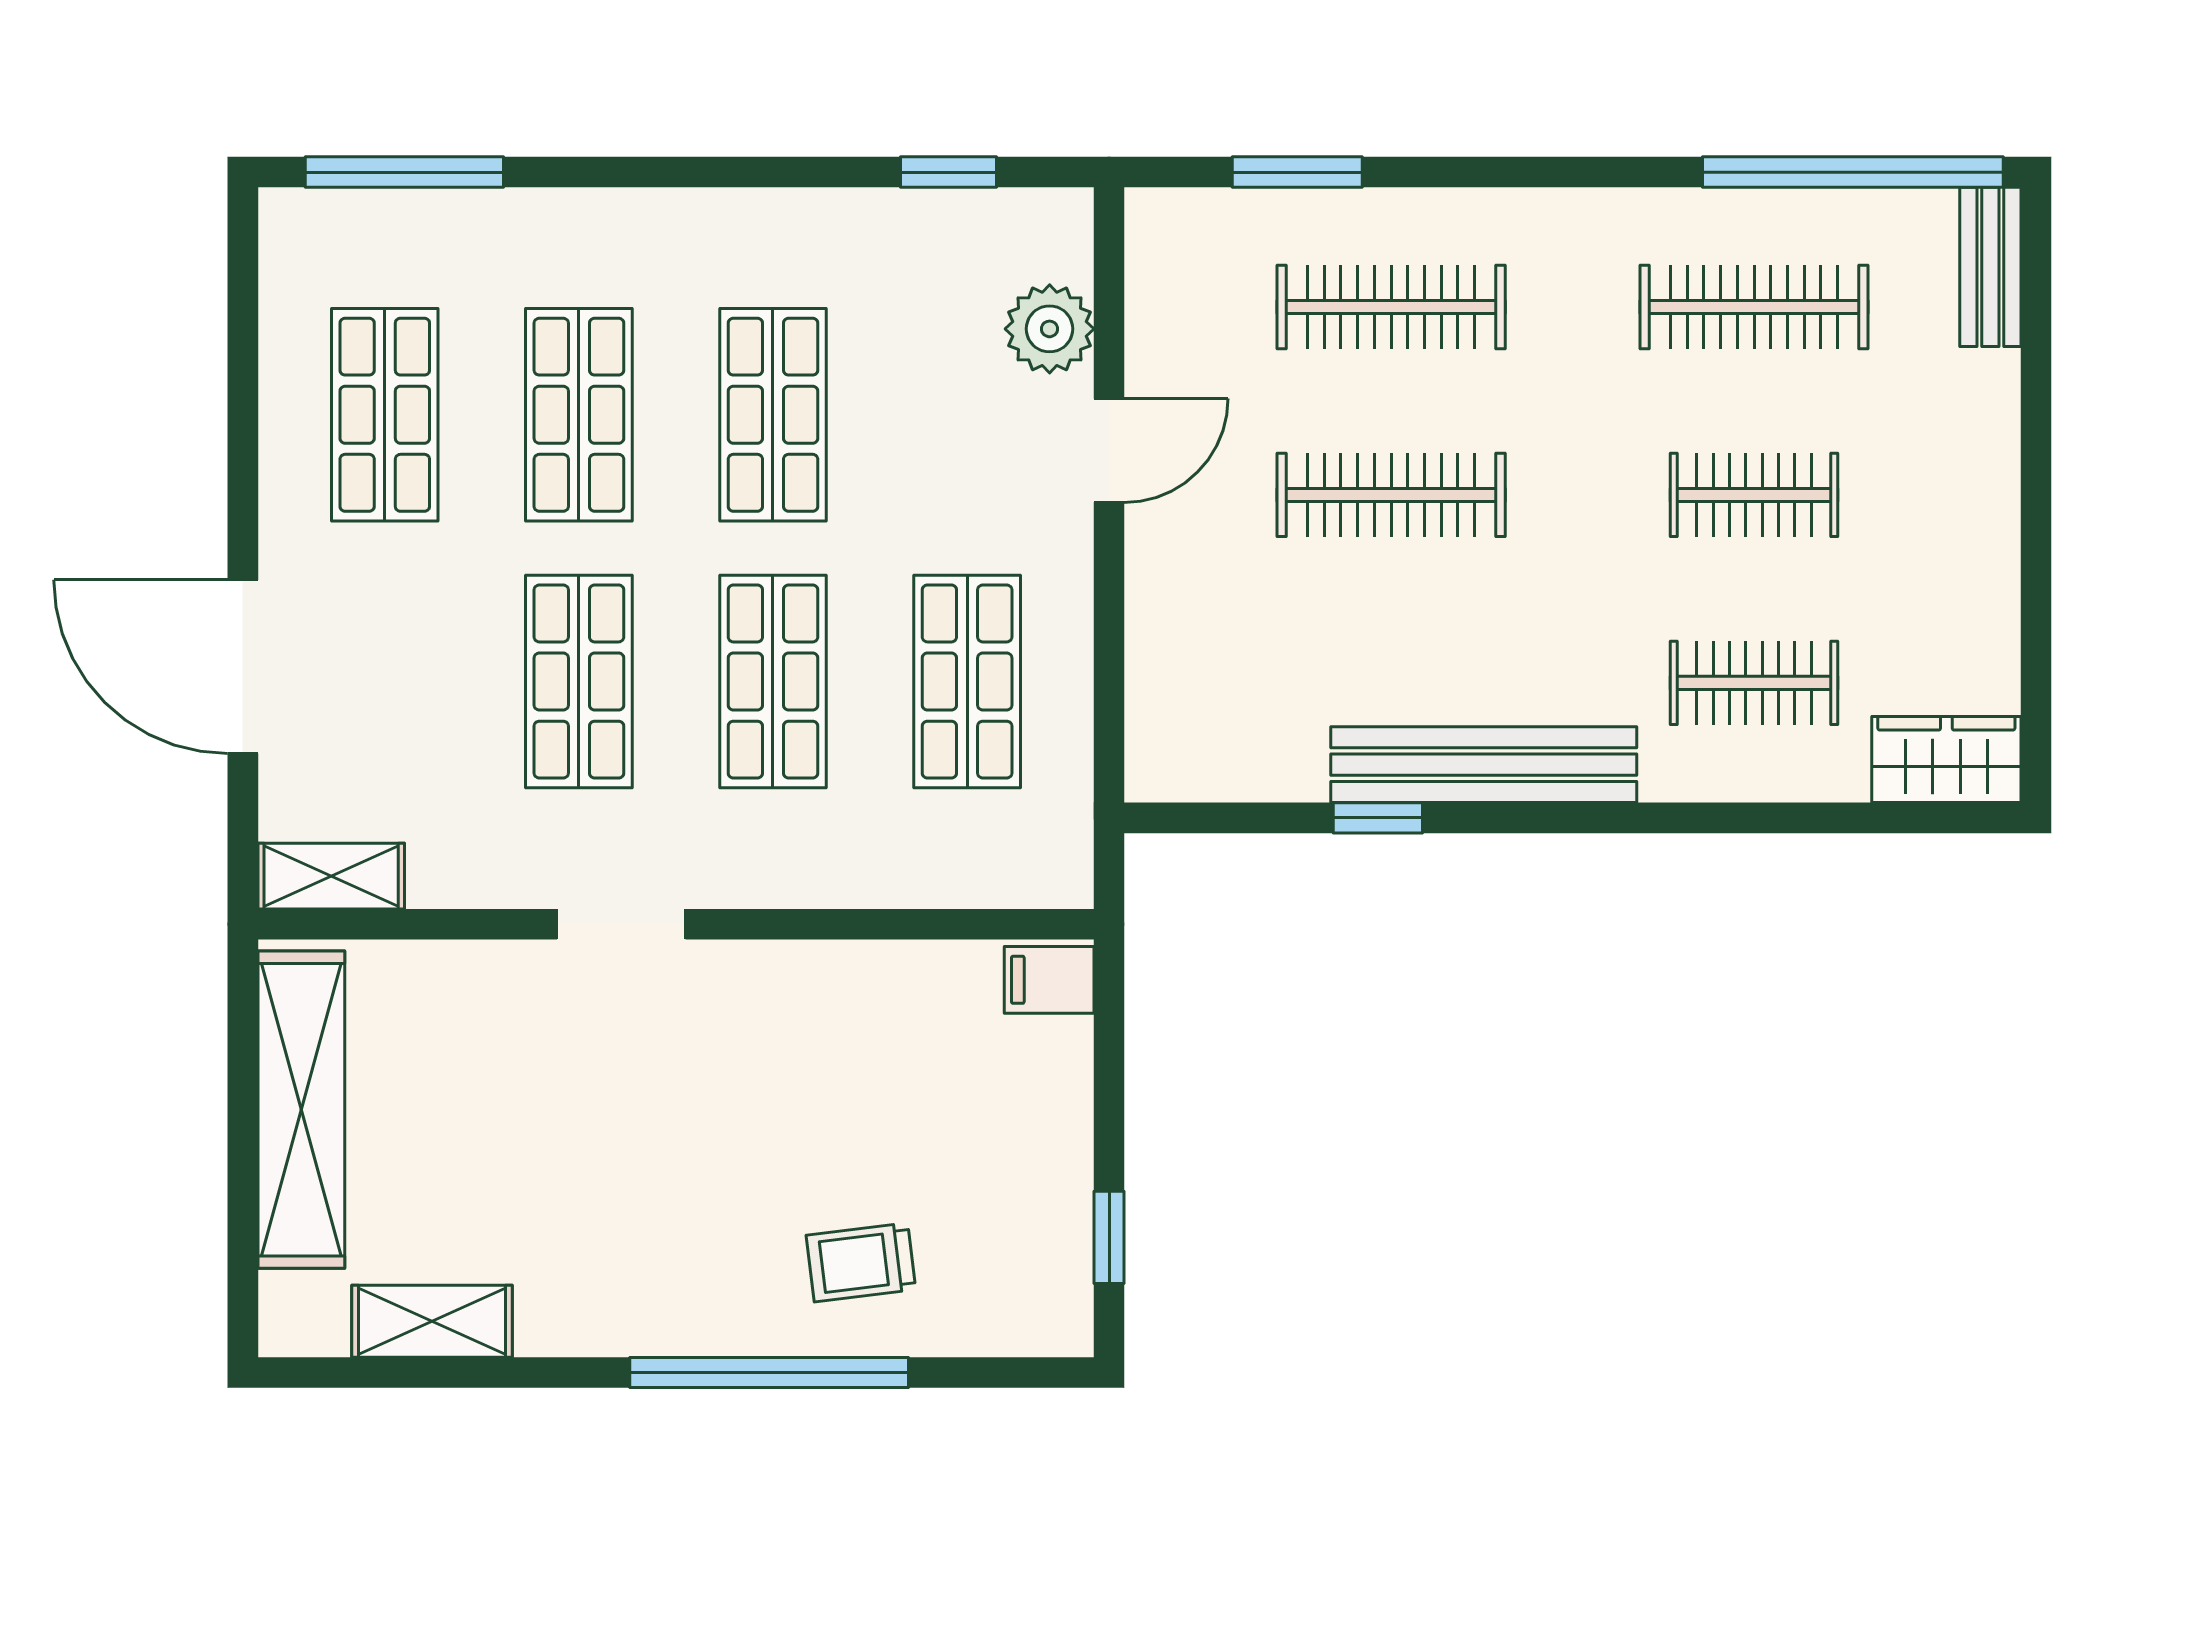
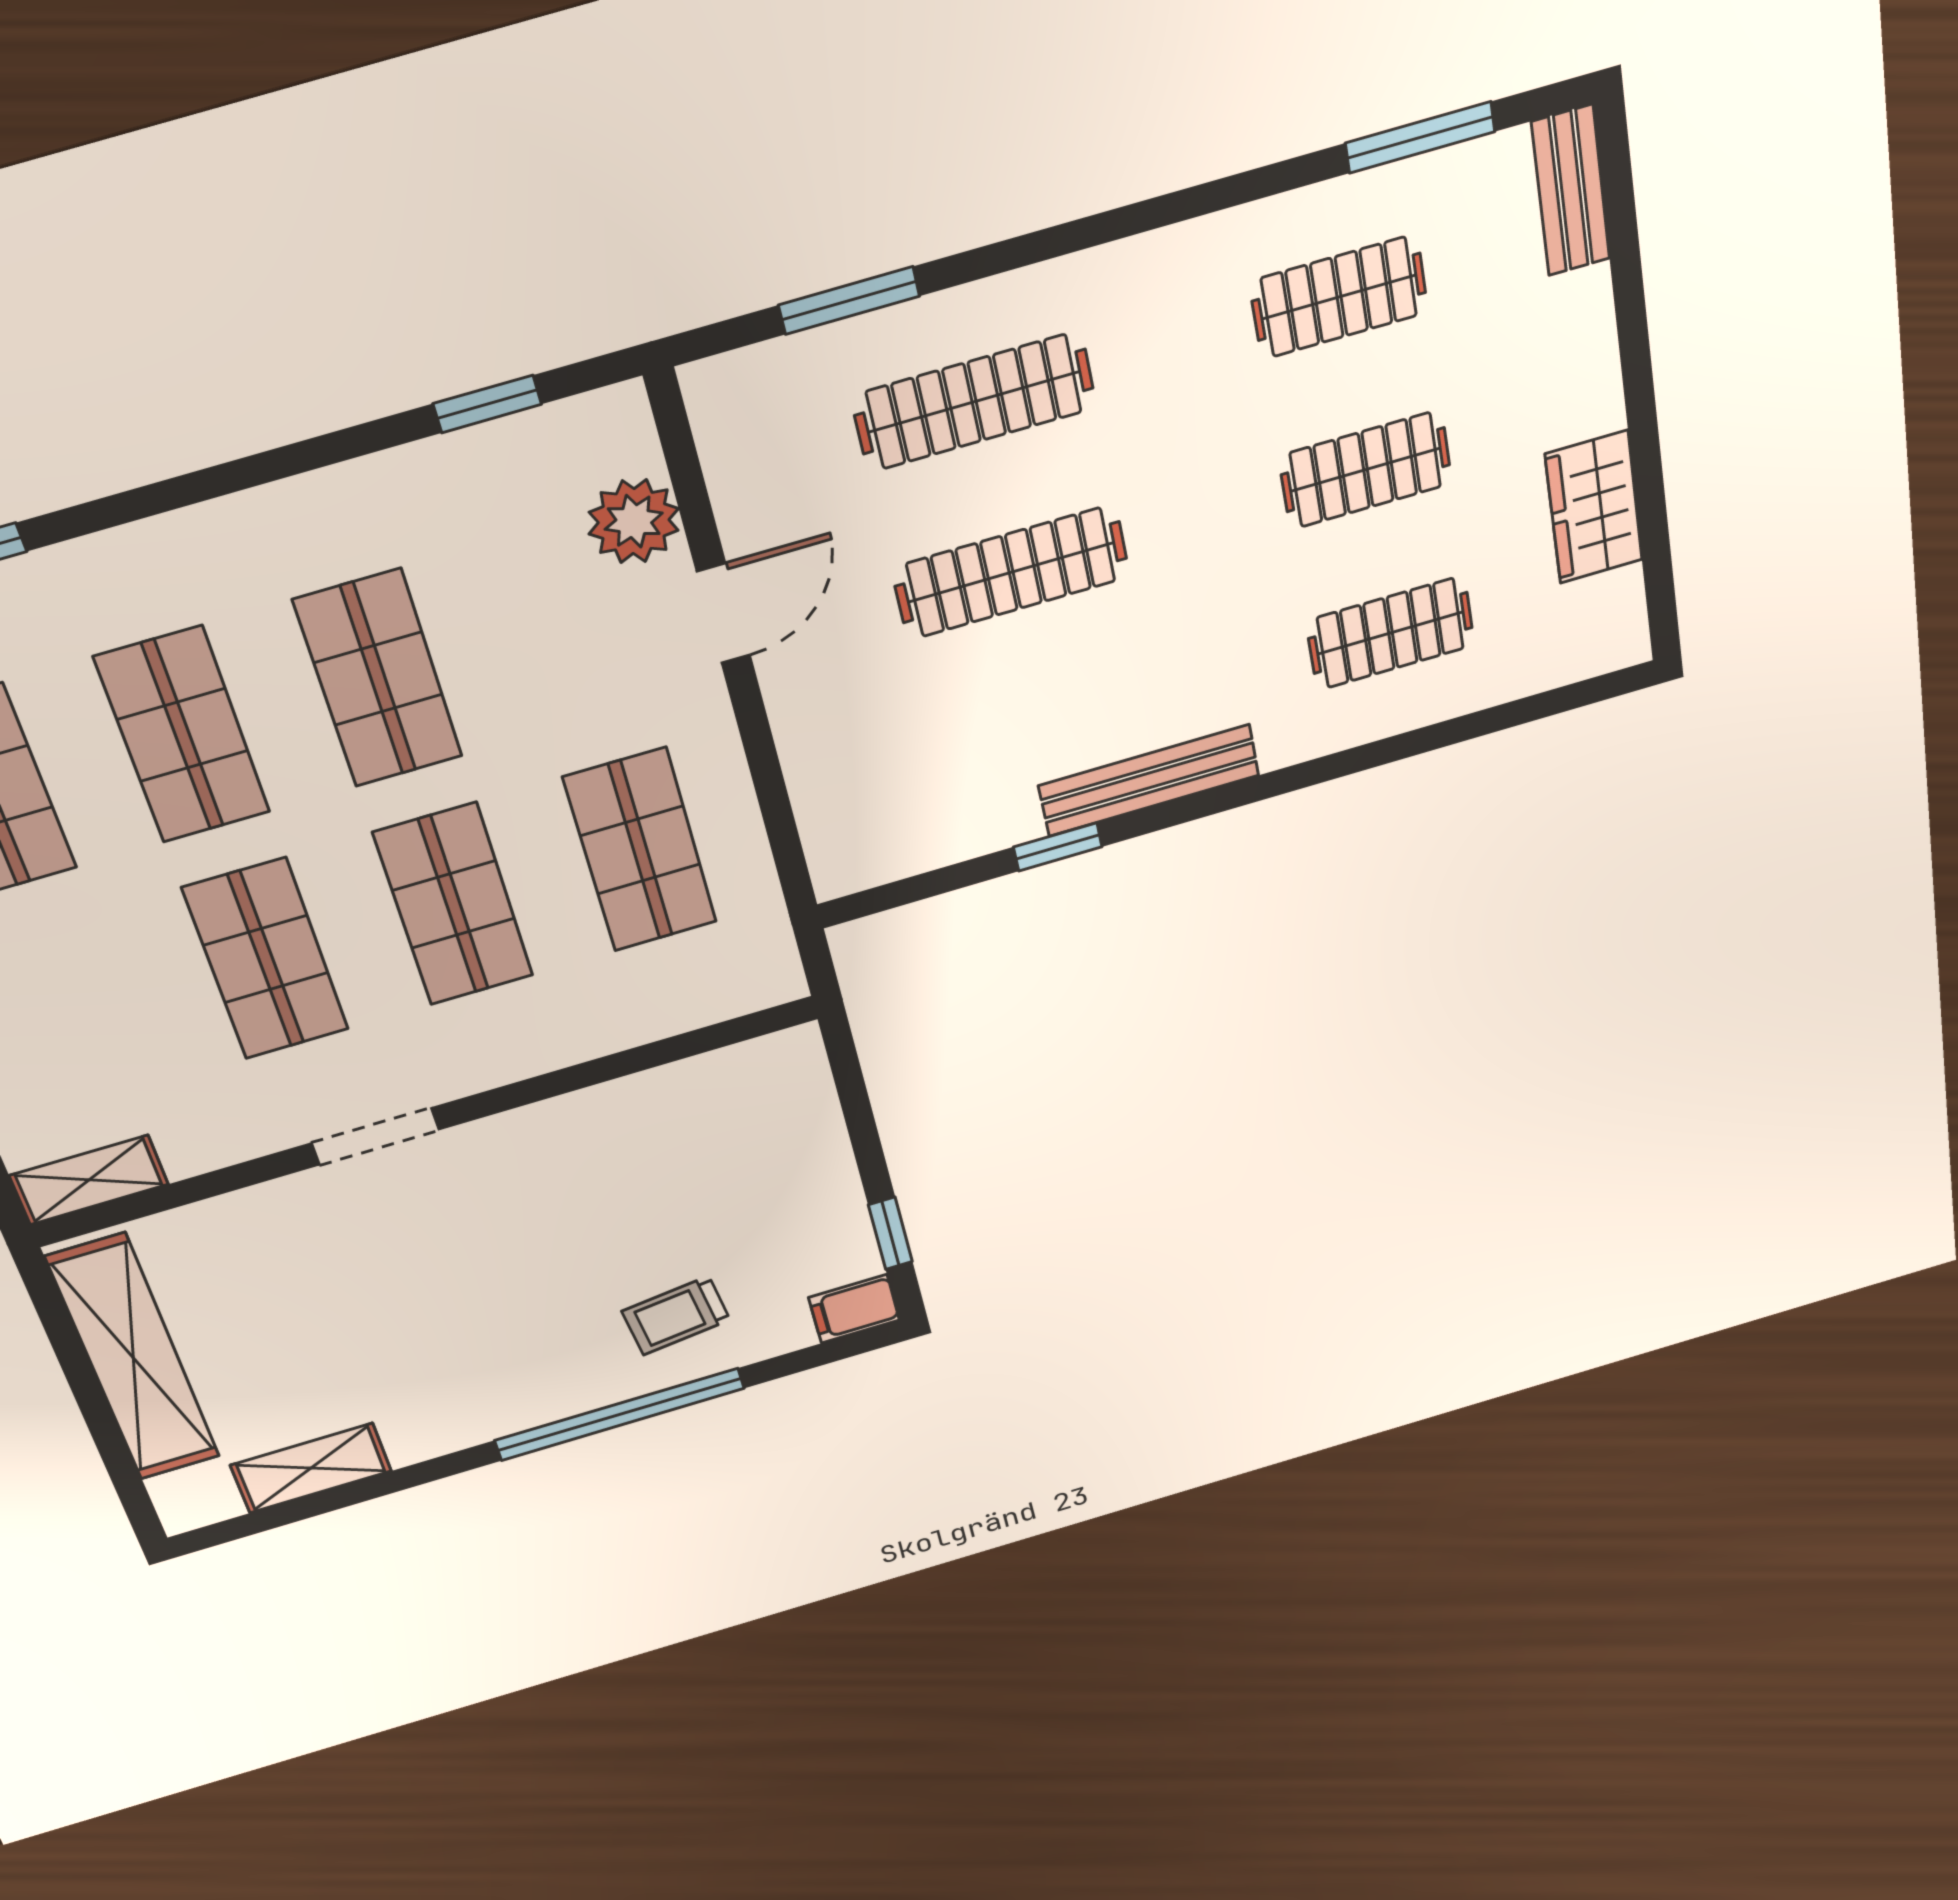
window: (1853, 172) -> (1420, 137), width x0.47
clothes rail: (1754, 307) -> (1339, 297), width x0.73
wardrobe: (1946, 759) -> (1594, 507), moved, turned -90
bench: (1484, 765) -> (1149, 780), width x0.73, depth x0.82
filing cabinet: (1049, 980) -> (854, 1309), moved

